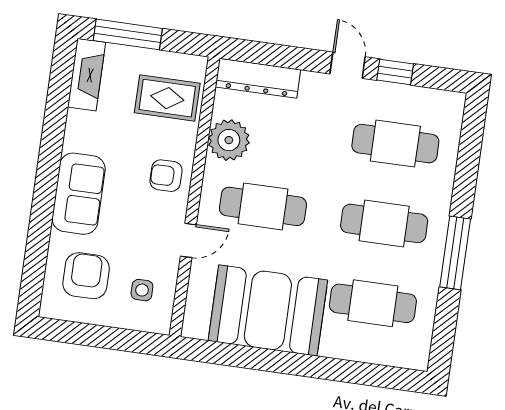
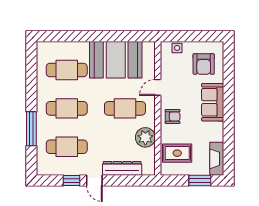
window: (128, 34) -> (200, 180), width x0.69
dresser: (258, 78) -> (122, 168), moved
window: (455, 253) -> (31, 129), moved
side table: (142, 290) -> (177, 48), moved

